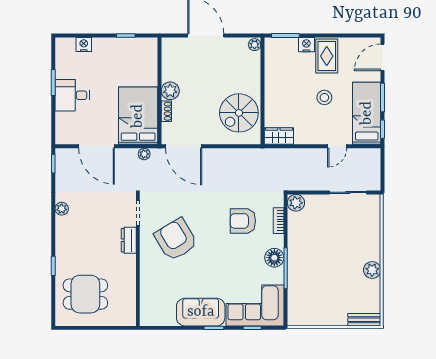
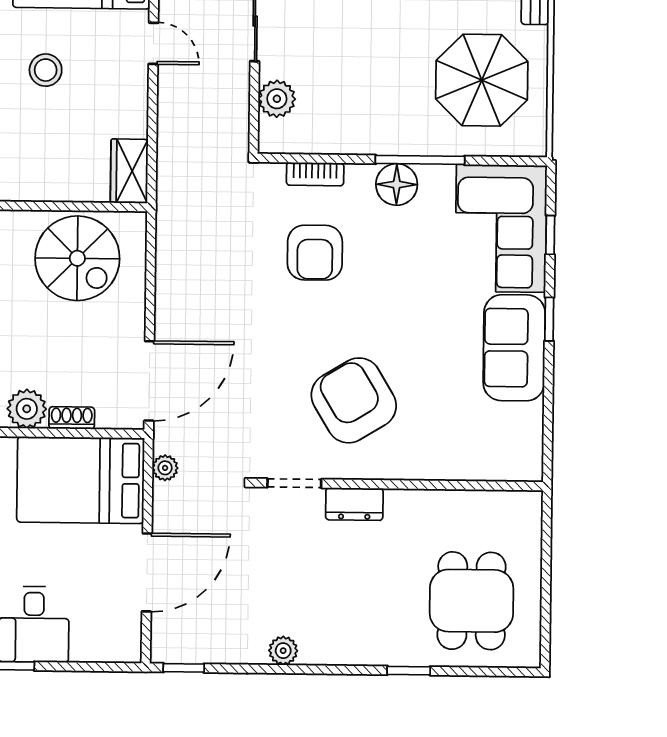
plant: (296, 203) -> (277, 99), moved
armchair: (176, 239) -> (354, 400), turned 90
parasol: (322, 296) -> (482, 80), added

